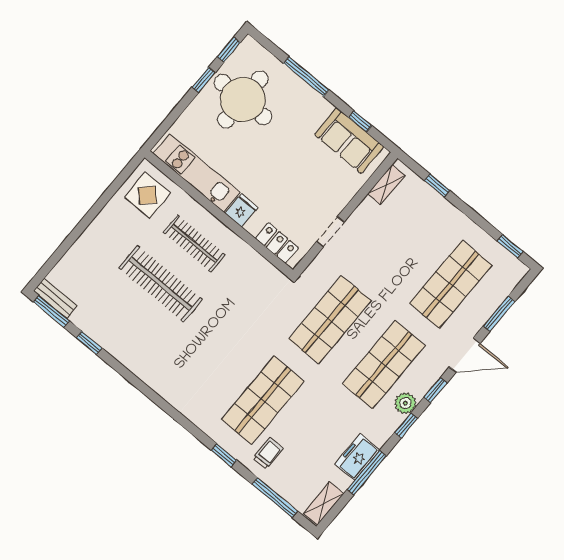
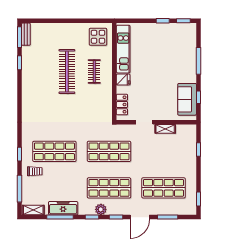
round table: (243, 99) -> (168, 43), removed
shelving: (386, 185) -> (165, 129), moved
clothes rail: (194, 243) -> (94, 71), width x0.73
door: (465, 355) -> (140, 217), hinge flipped
freezer: (357, 457) -> (63, 208), width x1.40

